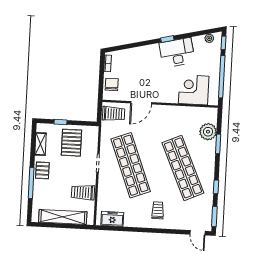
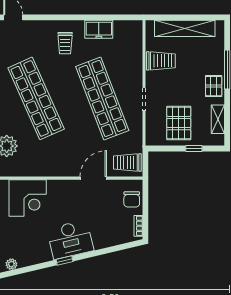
desk: (177, 53) -> (70, 240), moved
freezer: (112, 219) -> (99, 29), moved

